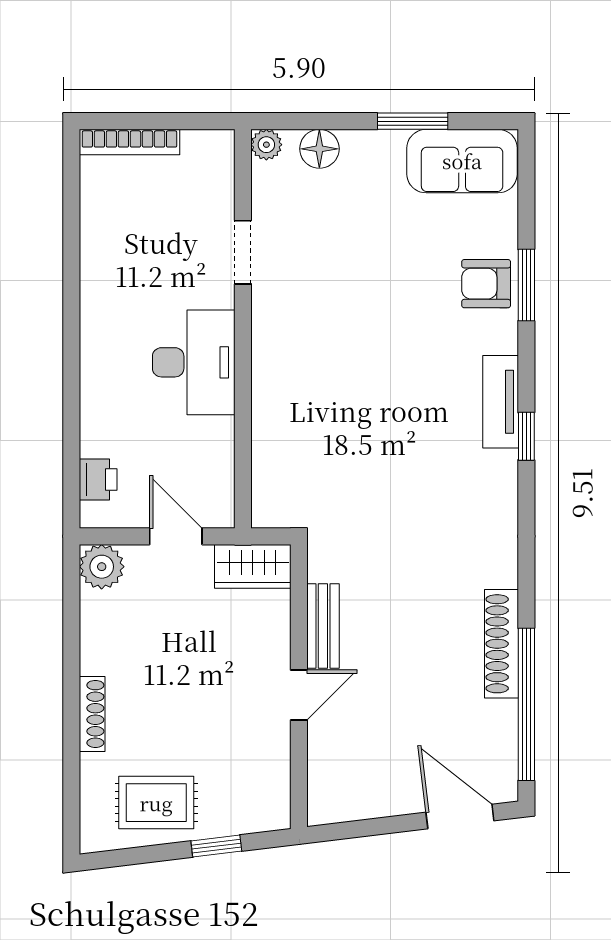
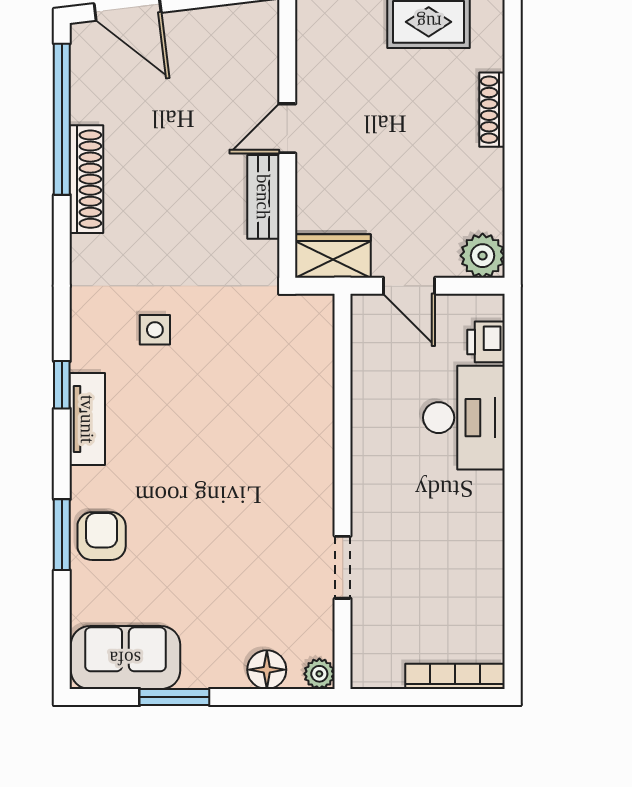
armchair: (486, 284) -> (102, 536), turned -90
desk: (194, 362) -> (464, 418), moved, turned 180
side table: (432, 492) -> (155, 330), added

